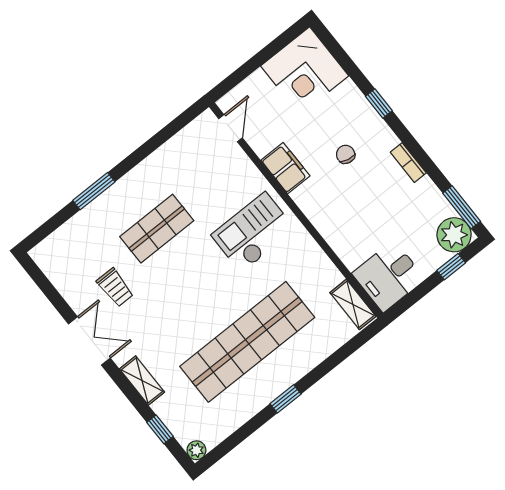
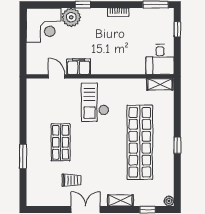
door: (231, 128) -> (57, 76), moved
chair: (346, 154) -> (93, 36), removed
plant: (454, 235) -> (71, 17), moved

